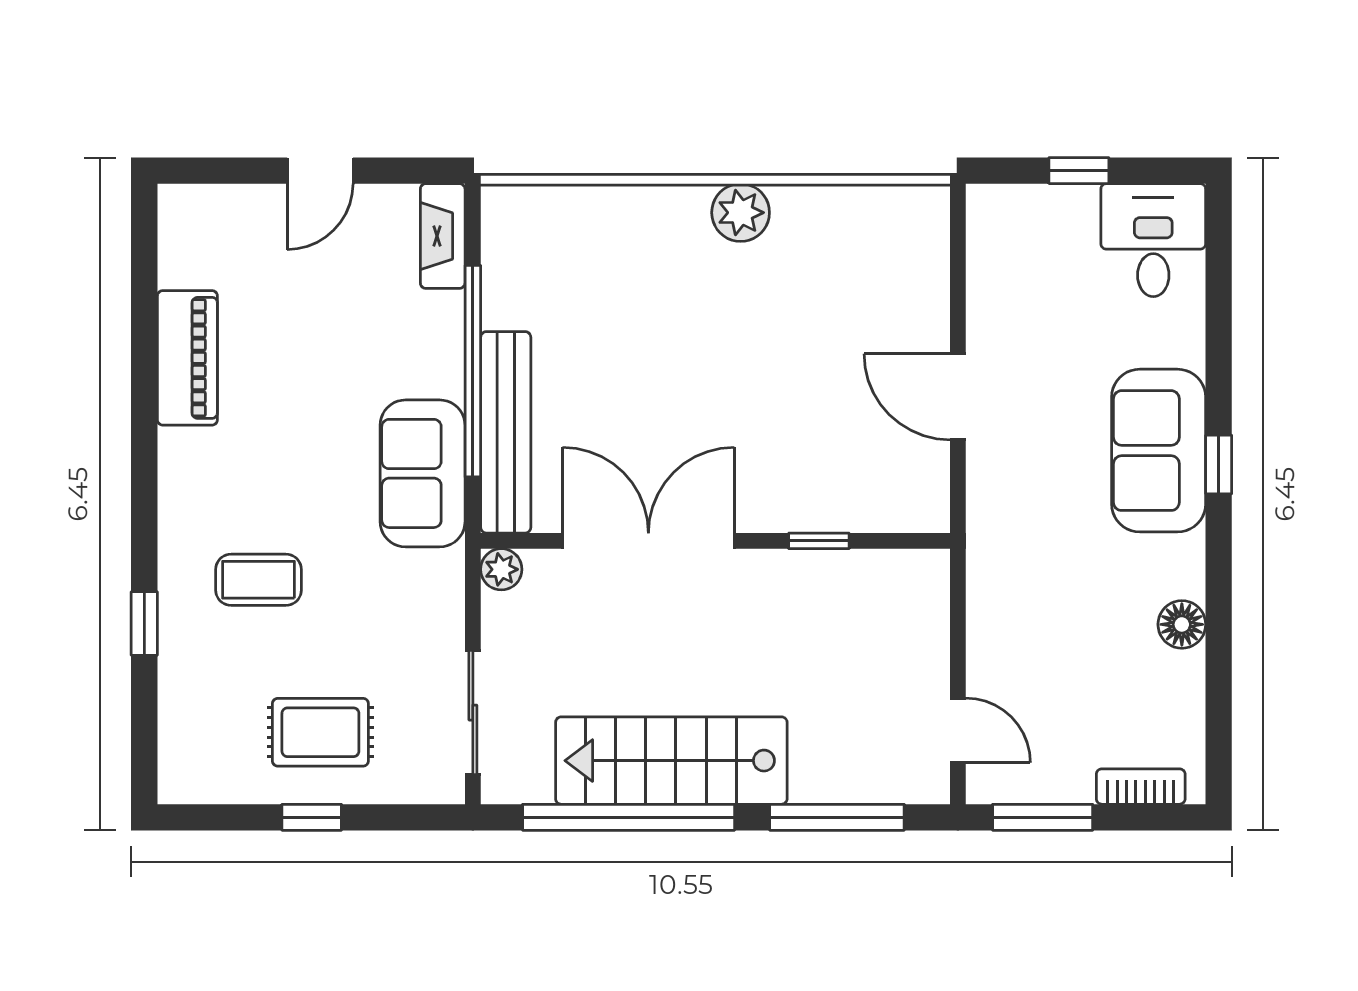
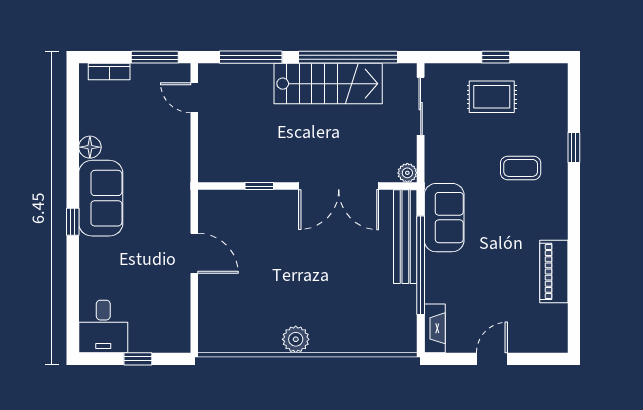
sofa: (1159, 451) -> (101, 198), moved

